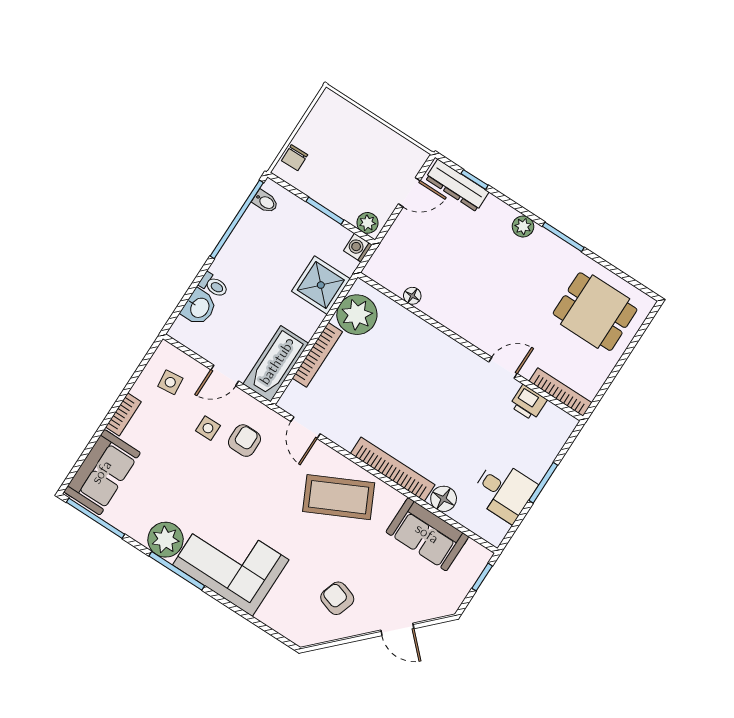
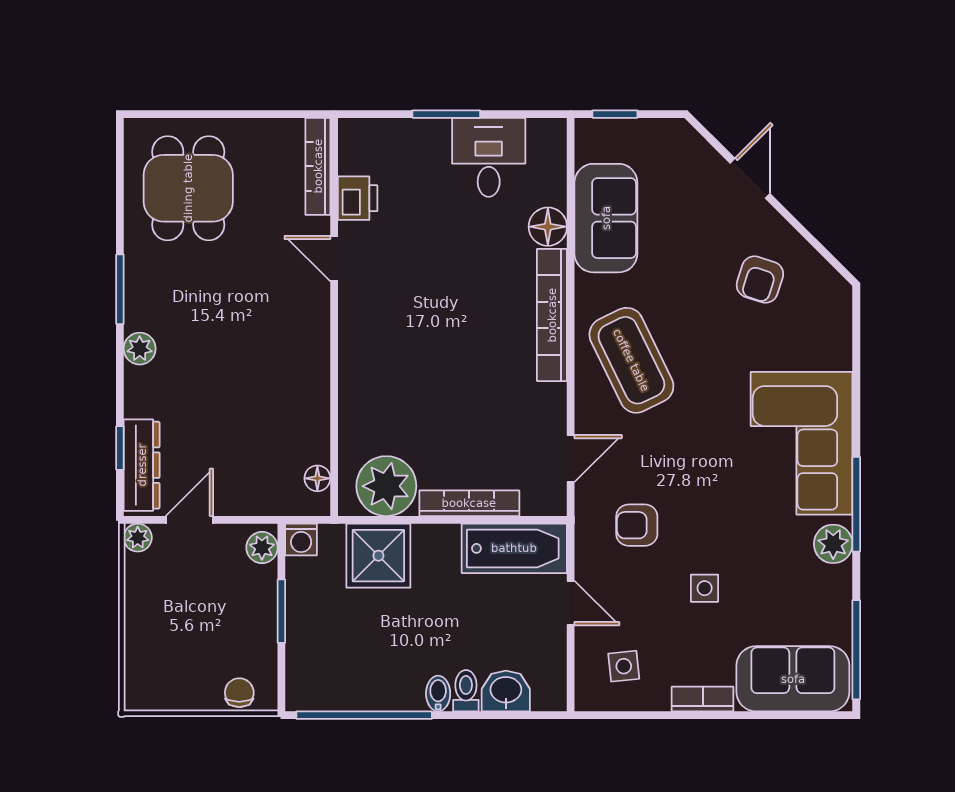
plant: (418, 157) -> (138, 538), added
chair: (295, 158) -> (239, 693), turned -89
door: (409, 192) -> (189, 520), hinge flipped
bidet: (265, 202) -> (438, 694), moved
floor lamp: (412, 296) -> (317, 478), moved
side table: (208, 428) -> (705, 588), moved
plant: (165, 540) -> (833, 544), width x0.73, depth x0.73

